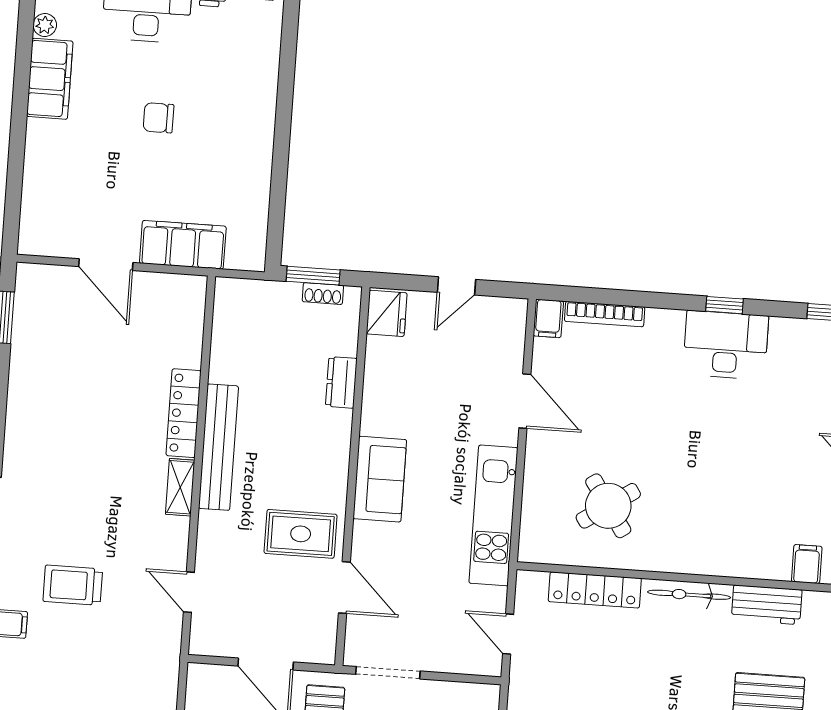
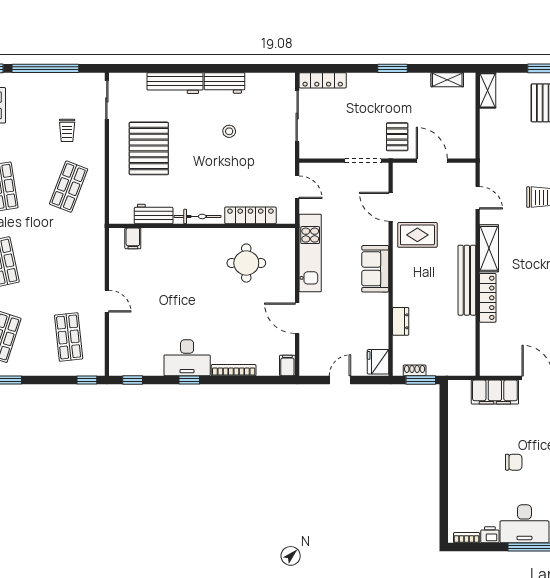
bookcase: (605, 314) -> (234, 370), moved
shelving: (180, 487) -> (489, 248), width x1.50, depth x1.33
round table: (608, 506) -> (246, 263), turned 34

